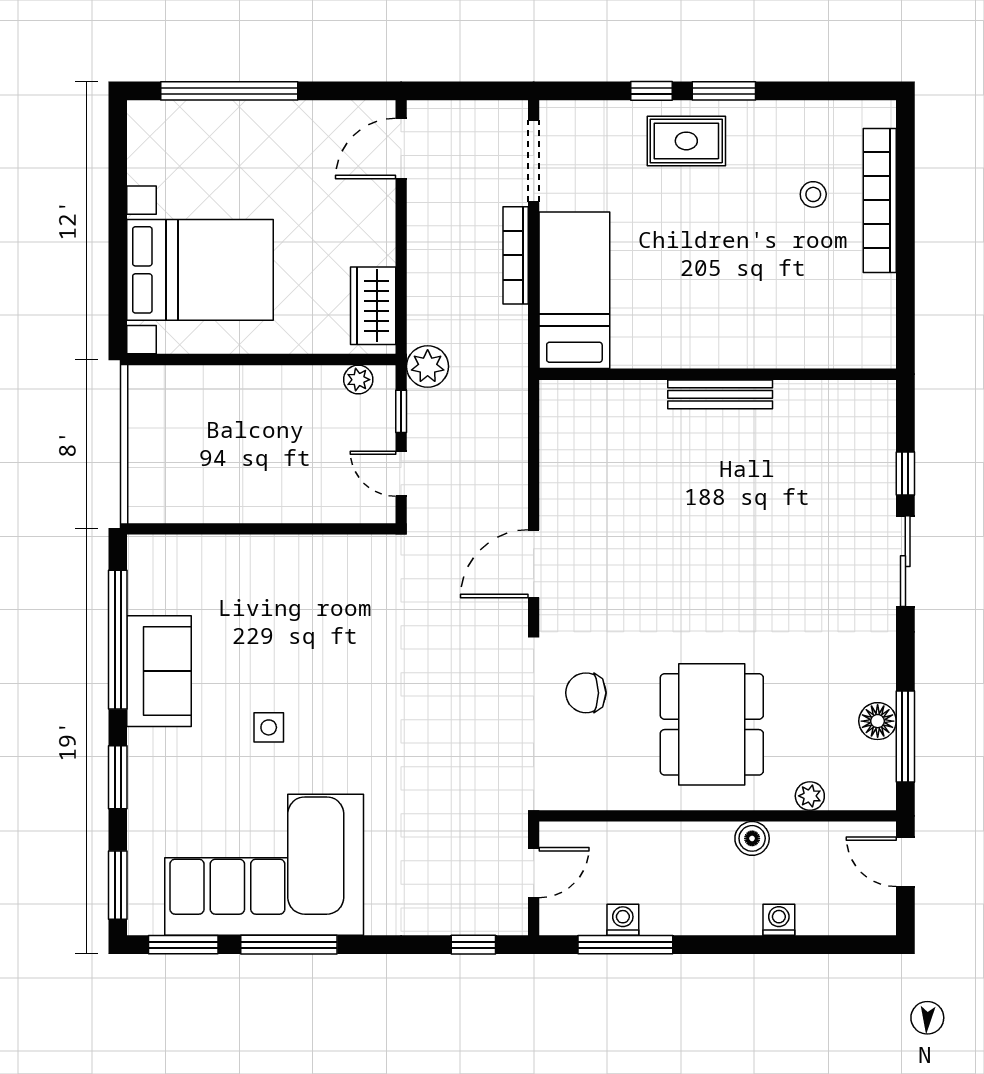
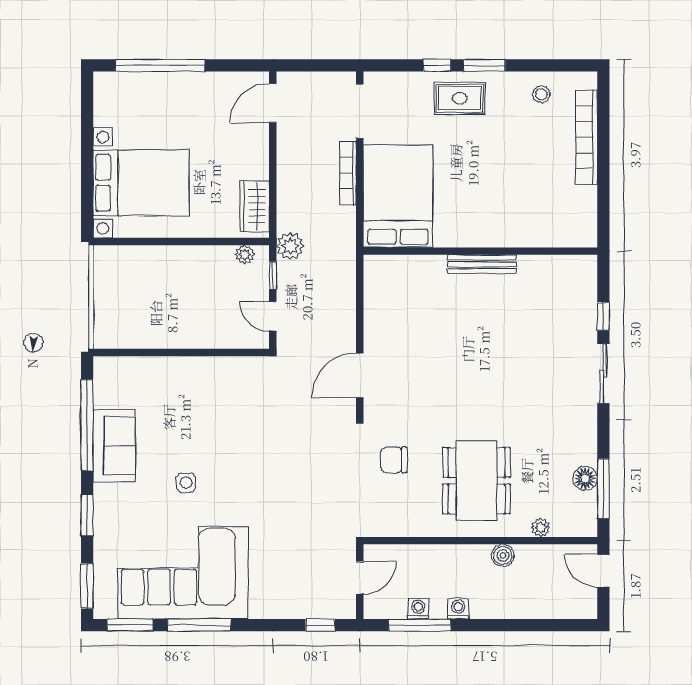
stool: (813, 194) -> (541, 94), moved
bed: (574, 290) -> (398, 196), width x1.50
washing machine: (779, 920) -> (458, 609), moved

